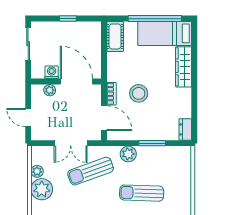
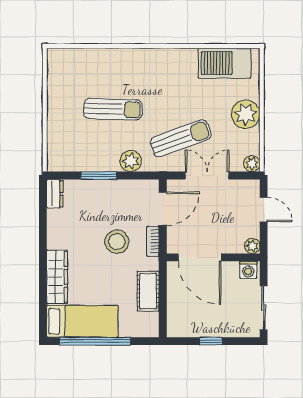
cot: (115, 36) -> (148, 291), moved
washing machine: (52, 72) -> (248, 270), moved
plant: (50, 90) -> (252, 246), moved
door: (104, 118) -> (163, 209), swing flipped
plant: (37, 171) -> (252, 164), moved

